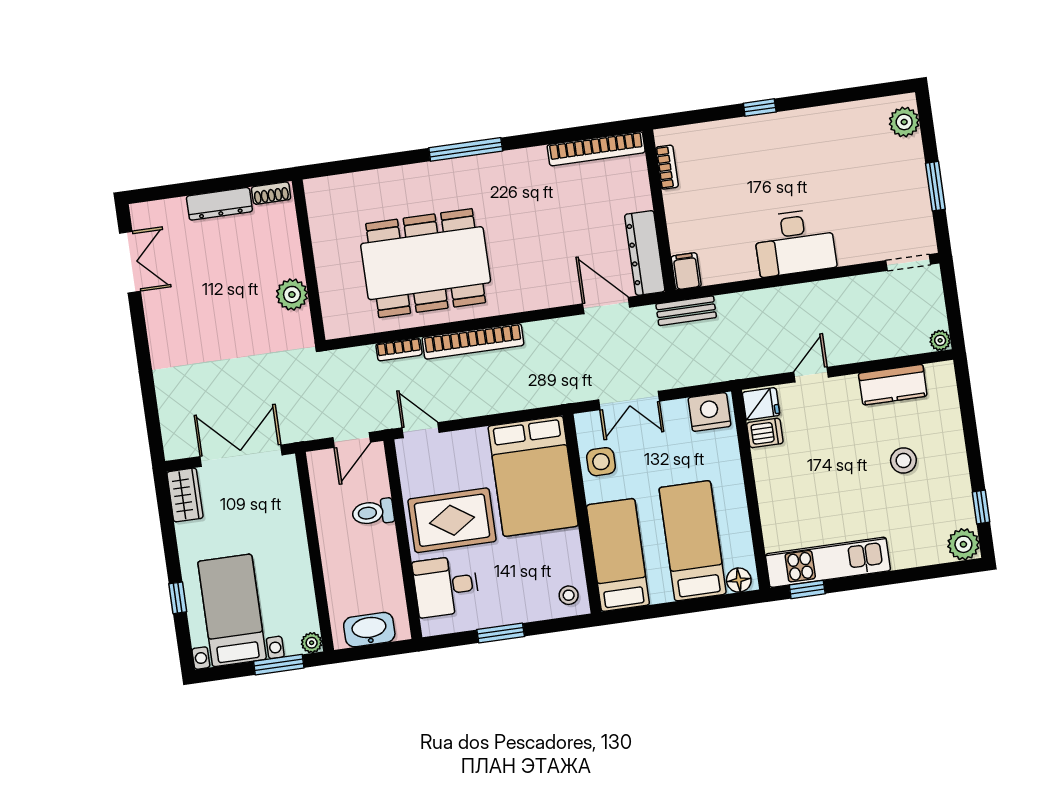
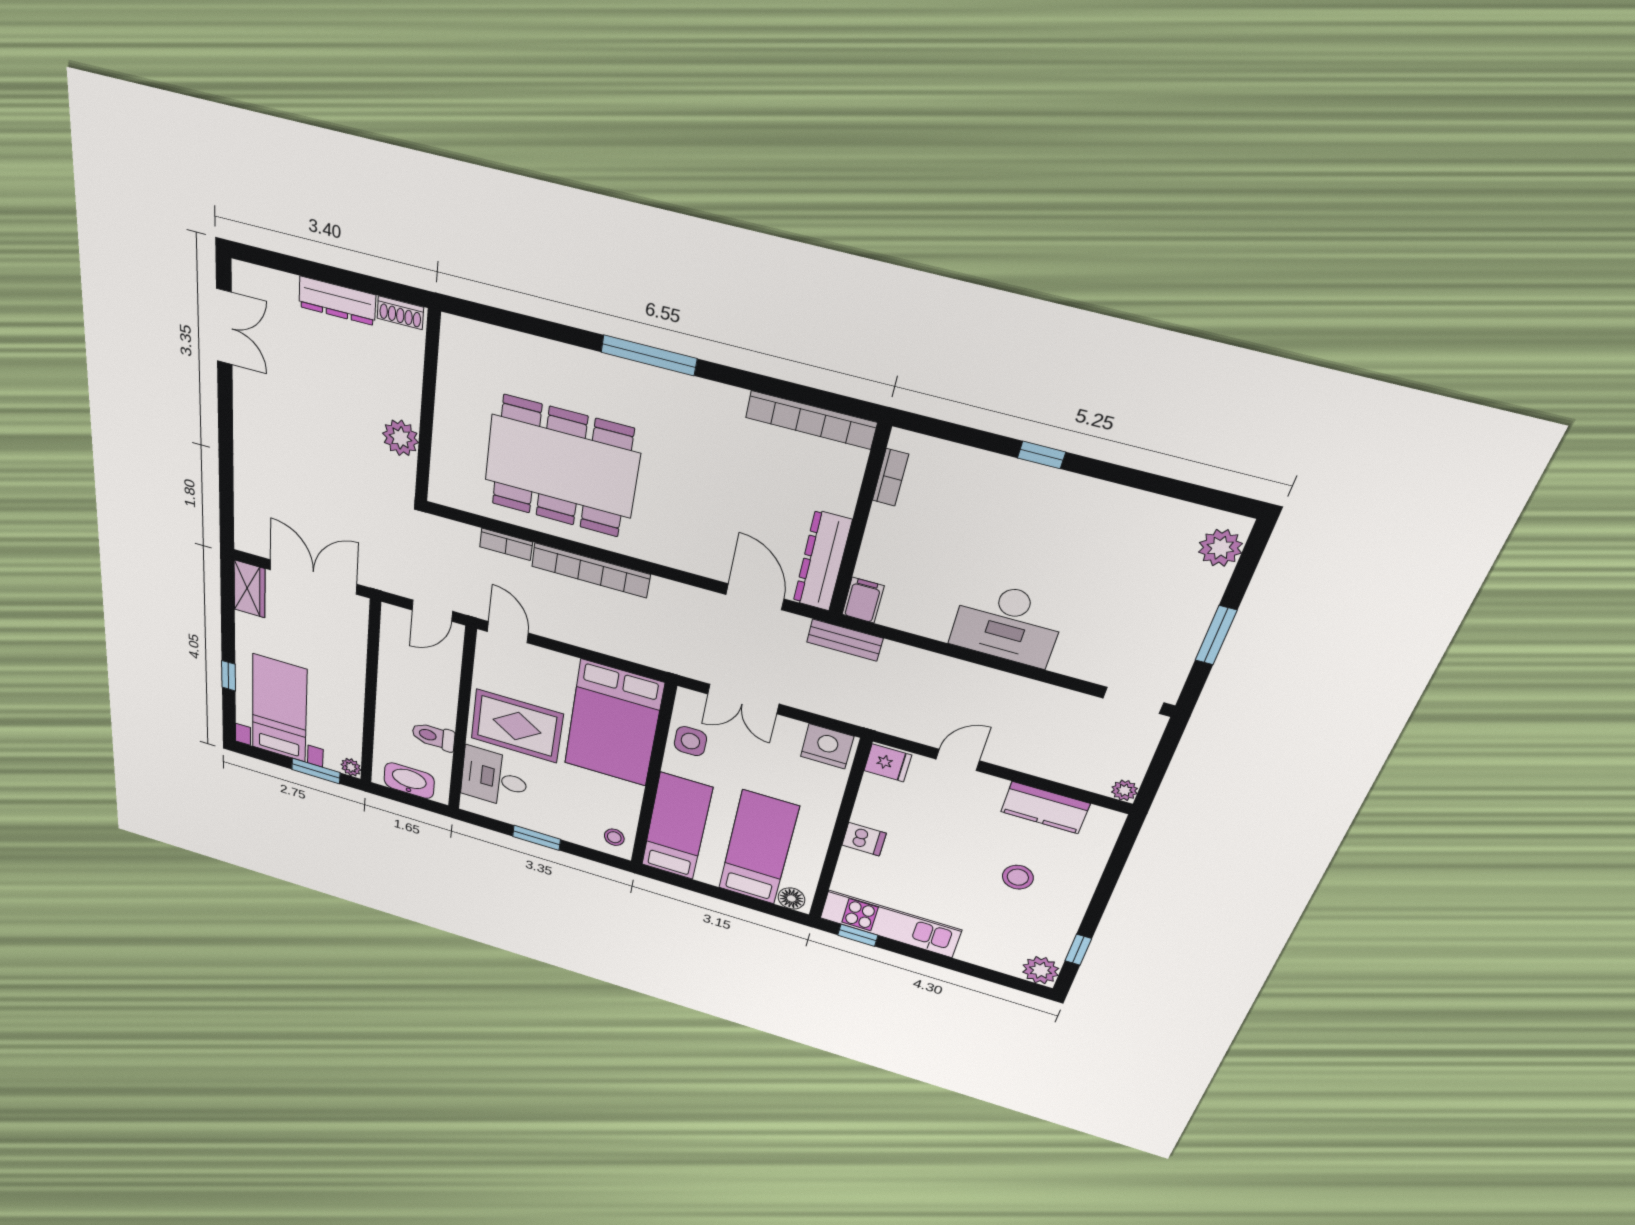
dishwasher: (765, 433) -> (864, 839), moved
toilet: (373, 512) -> (434, 736), moved

